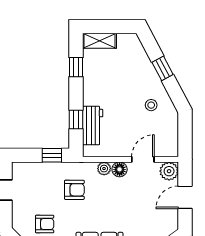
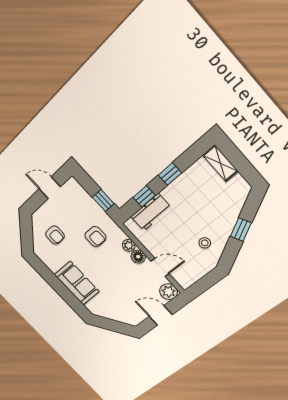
window: (76, 67) -> (170, 174), moved

